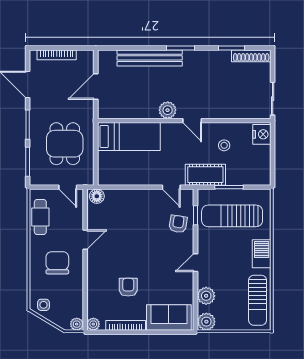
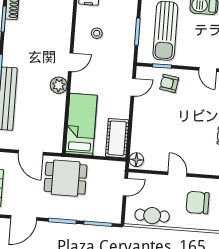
dining table: (65, 144) -> (66, 178), moved
cot: (205, 175) -> (117, 138), moved

